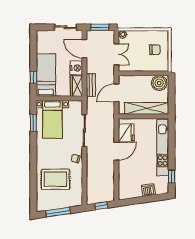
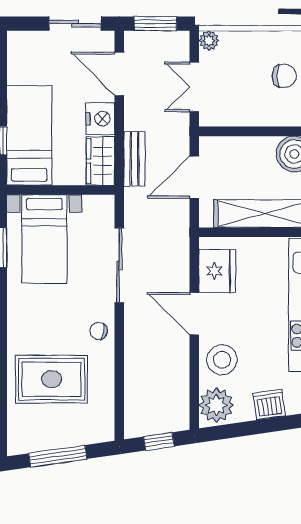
double door: (116, 54) -> (194, 87), swing flipped
door: (116, 151) -> (194, 314), swing flipped
stool: (128, 171) -> (222, 360), added
plant: (126, 190) -> (216, 405), added

